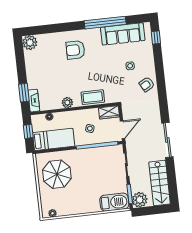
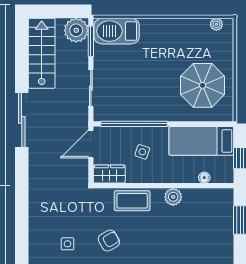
armchair: (147, 84) -> (109, 241), moved
fireplace: (34, 101) -> (226, 206), removed

